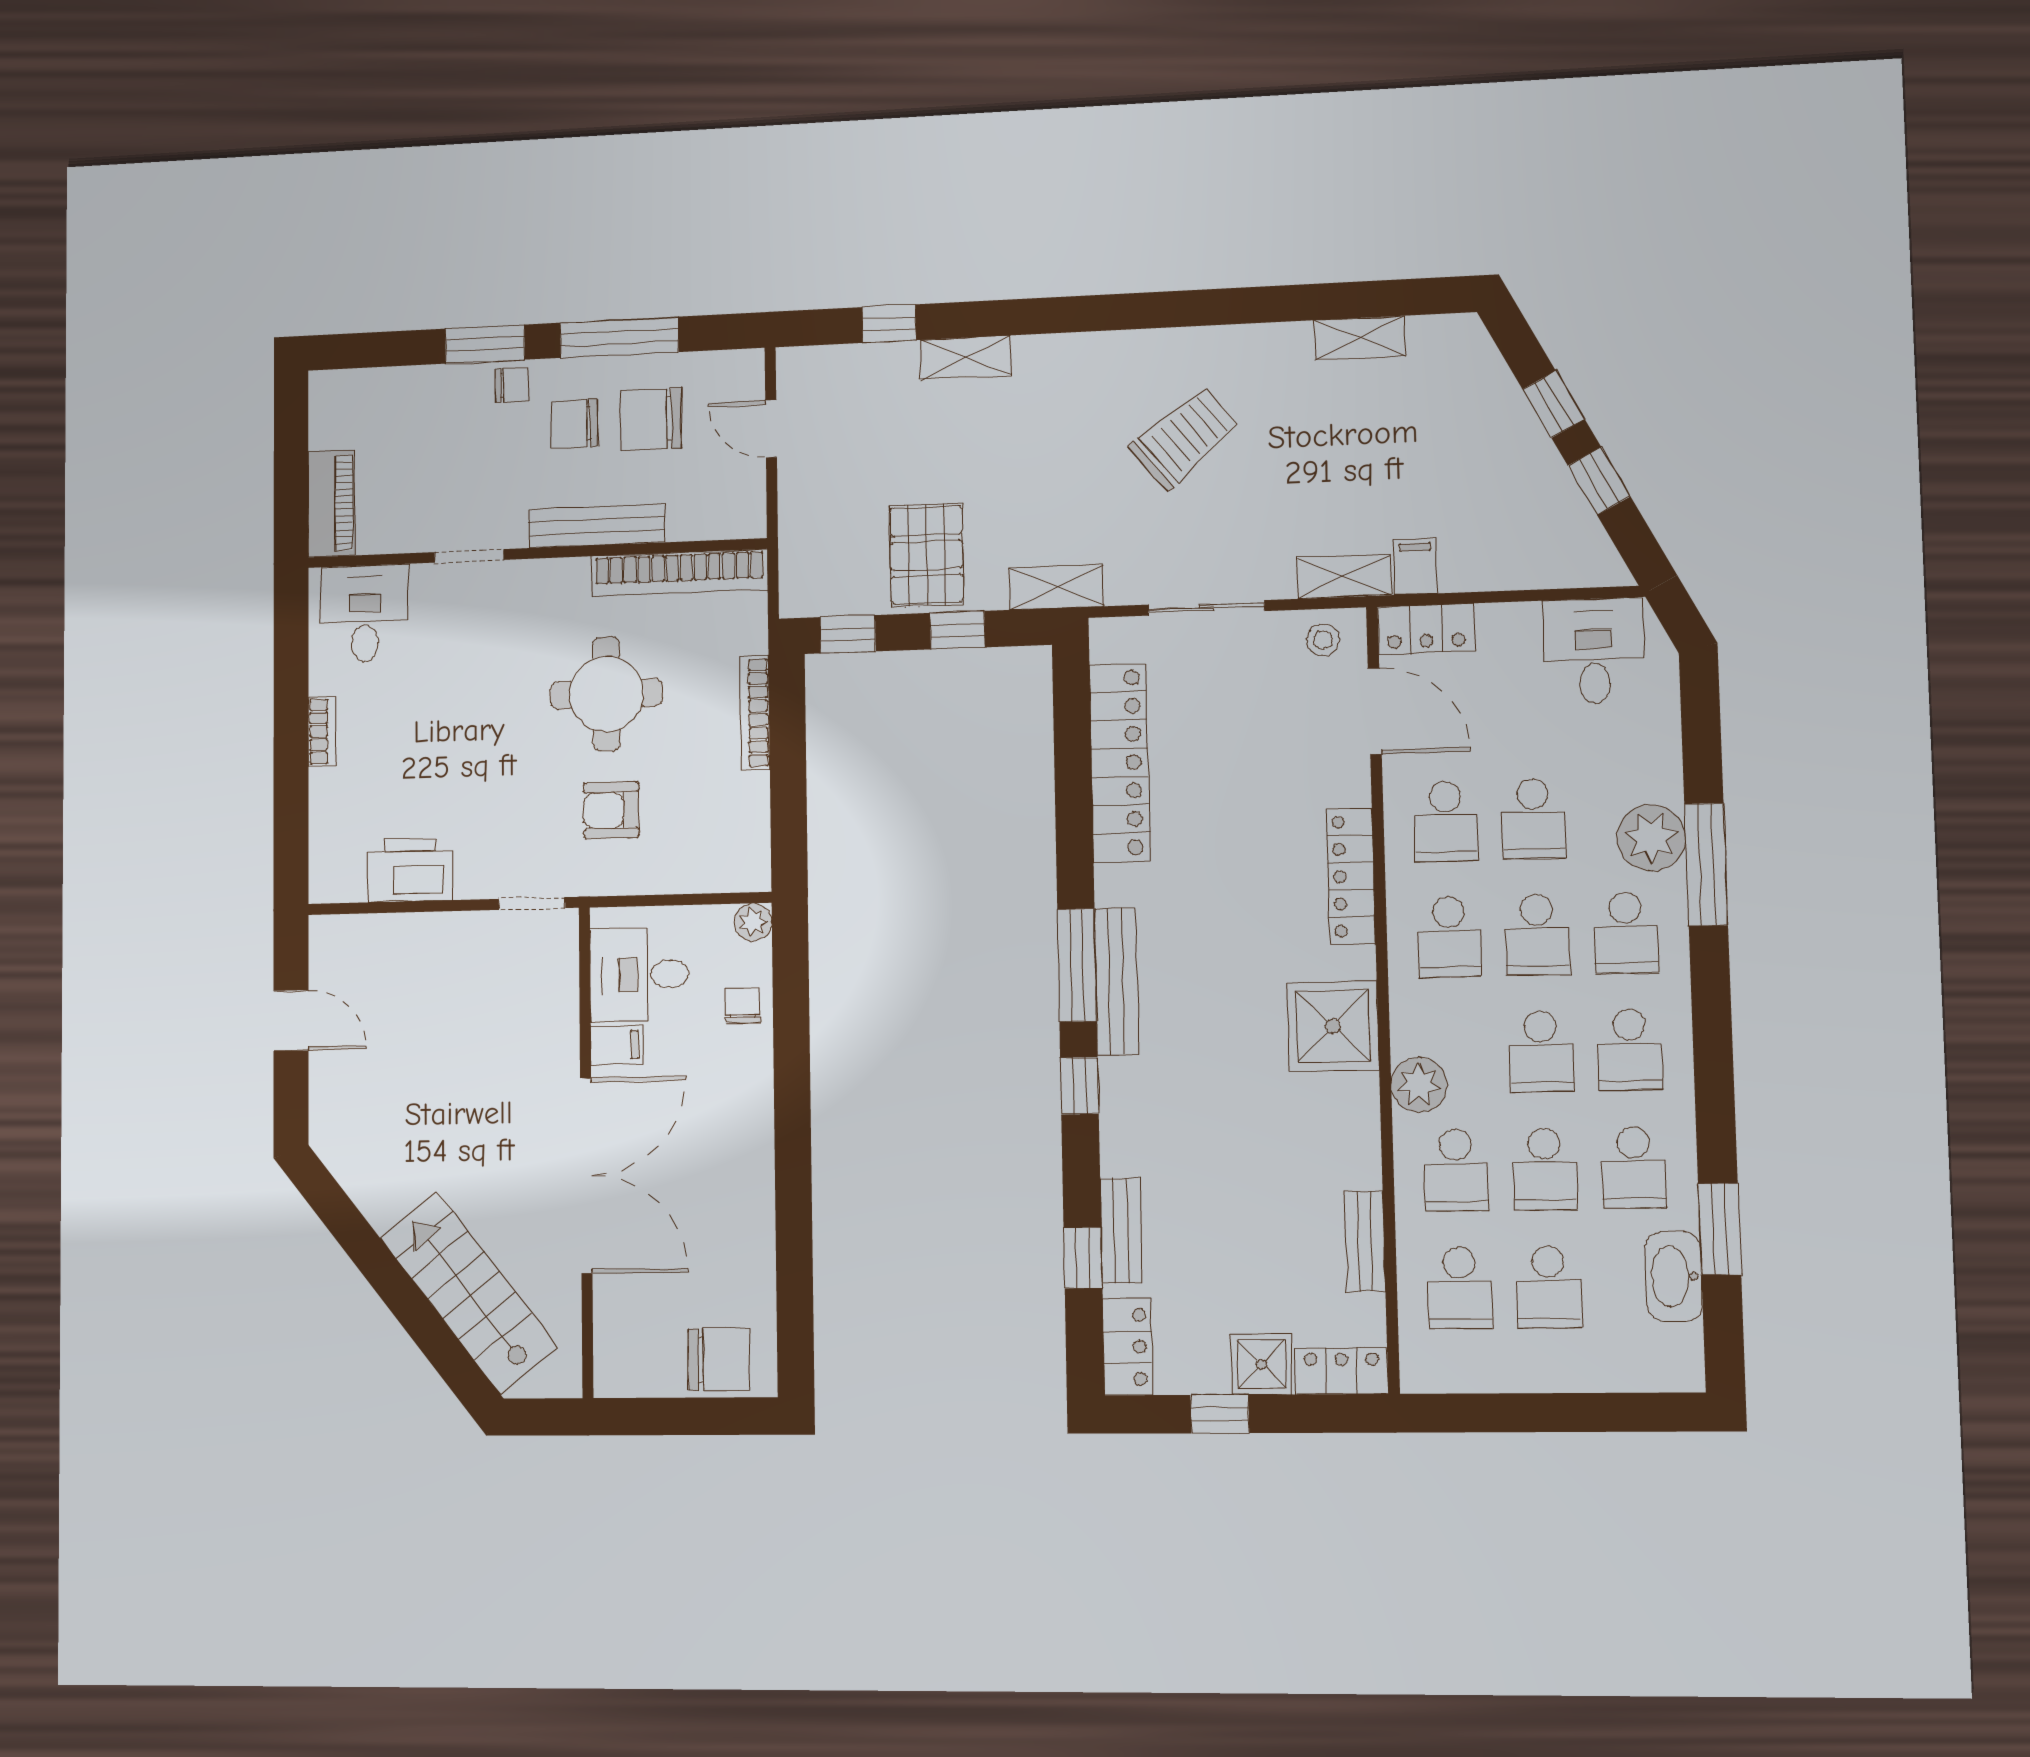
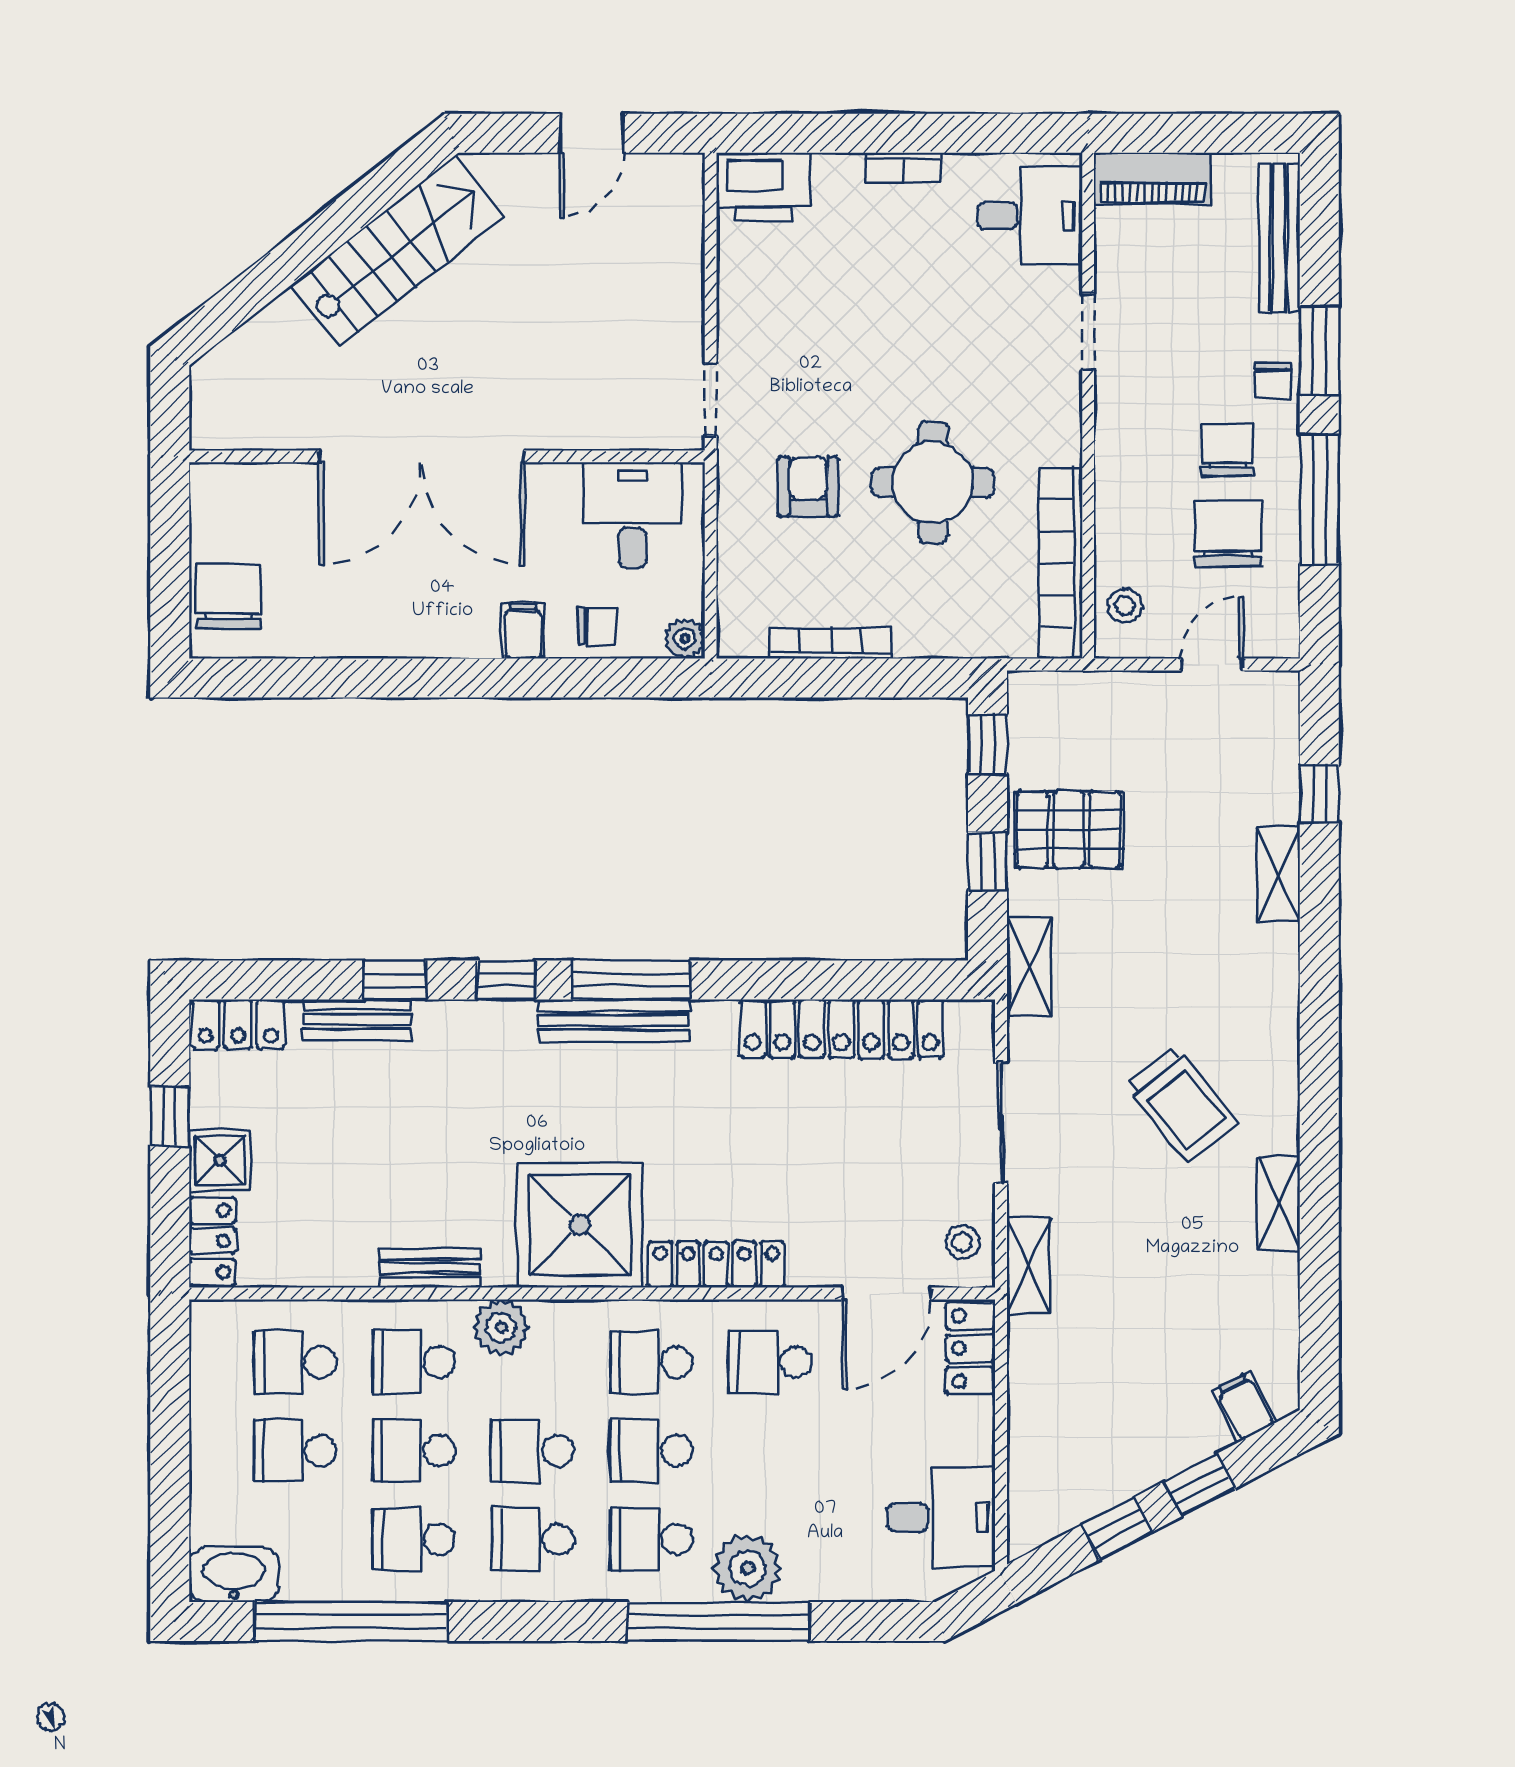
shelving: (1360, 338) -> (1279, 1203), moved
stool: (718, 511) -> (1125, 606), added
bench: (597, 526) -> (1279, 238), moved
filing cabinet: (1416, 566) -> (1245, 1406), moved, turned -118
bookcase: (755, 713) -> (831, 643), moved
school desk: (1533, 819) -> (770, 1451), removed
window: (1706, 864) -> (719, 1622), width x1.46
printer: (410, 870) -> (764, 186), moved, turned 90
shower: (1333, 1026) -> (579, 1225), width x1.37, depth x1.37
filing cabinet: (616, 1045) -> (523, 631), moved, turned 180
window: (1720, 1229) -> (351, 1622), width x2.11
bench: (1365, 1241) -> (430, 1268), moved
window: (1083, 1258) -> (395, 980), moved
washbasin: (1674, 1276) -> (234, 1575), moved
stairs: (469, 1292) -> (397, 251), moved
chair: (719, 1359) -> (228, 597), turned 180

